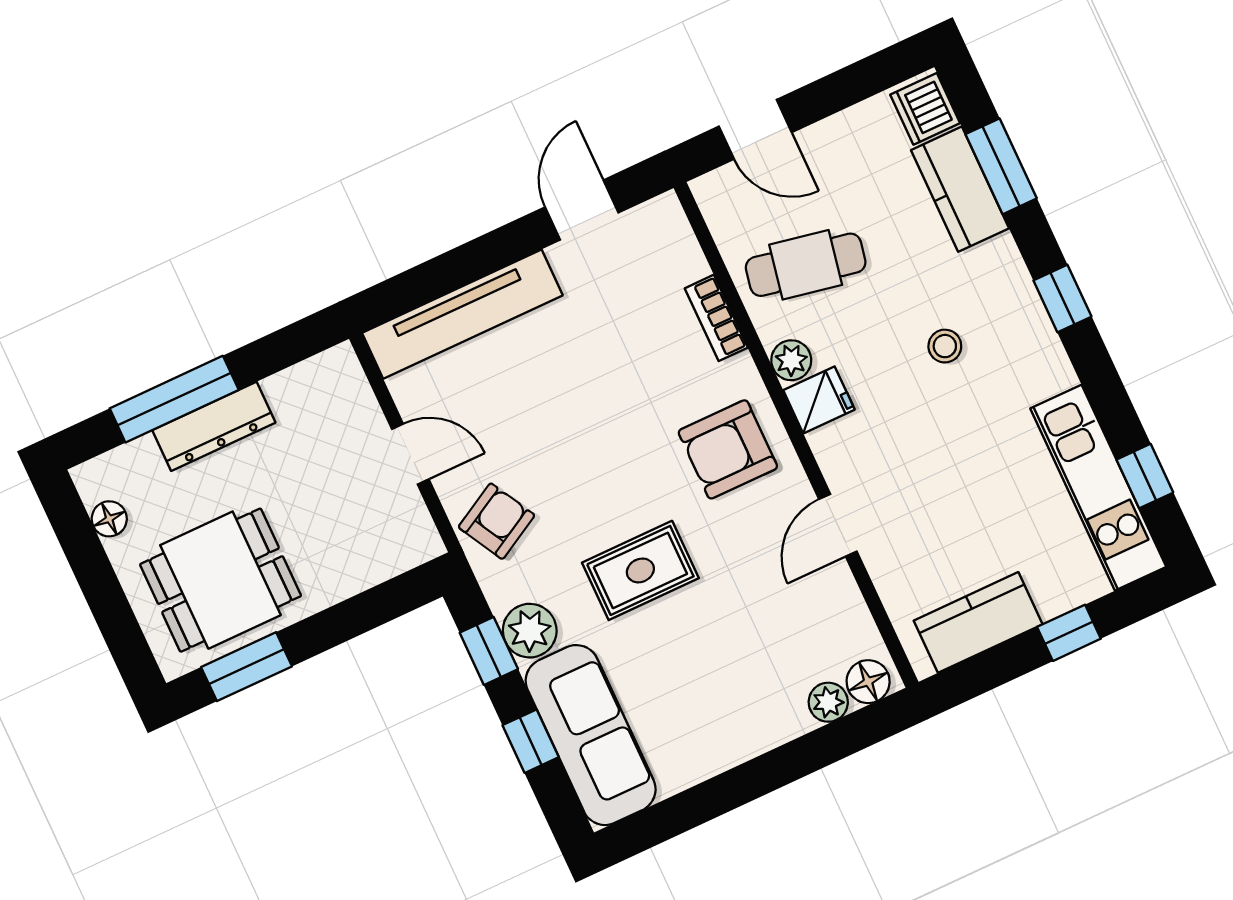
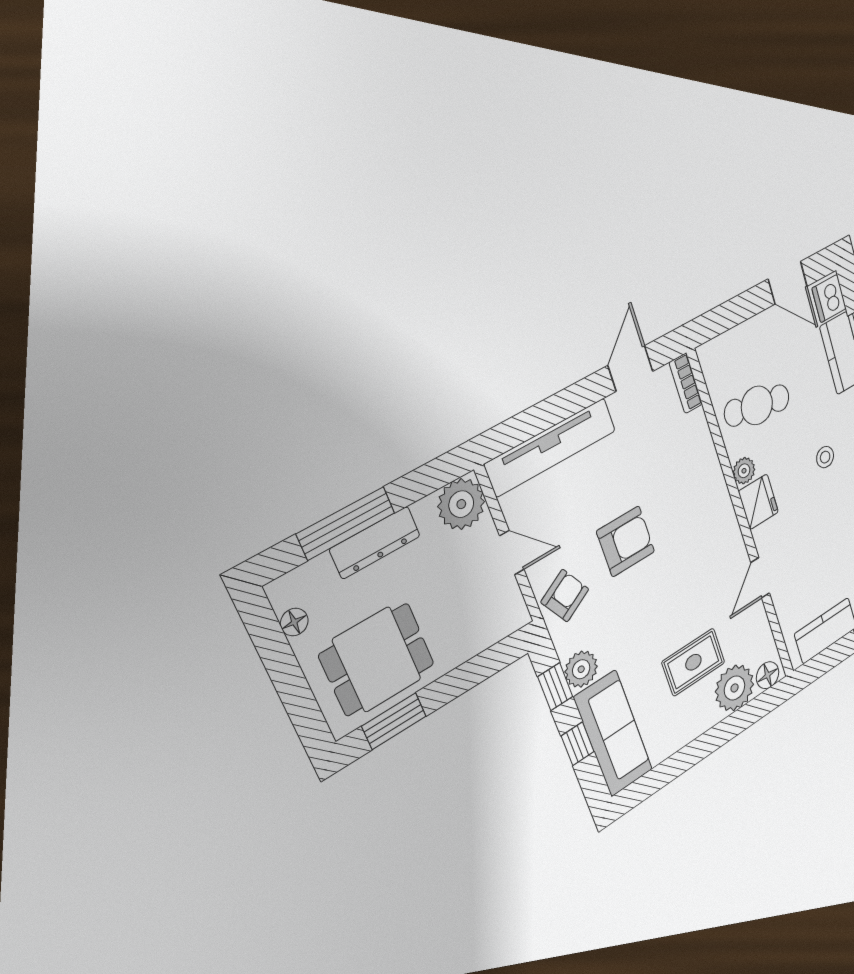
door: (755, 129) -> (788, 283), moved
bookcase: (716, 318) -> (686, 383), moved
plant: (332, 384) -> (461, 504), added
fridge: (819, 400) -> (758, 502), width x1.38
armchair: (728, 449) -> (626, 541), moved, turned 180
rug: (640, 570) -> (693, 662), moved
plant: (828, 702) -> (735, 688), width x1.88, depth x1.88

